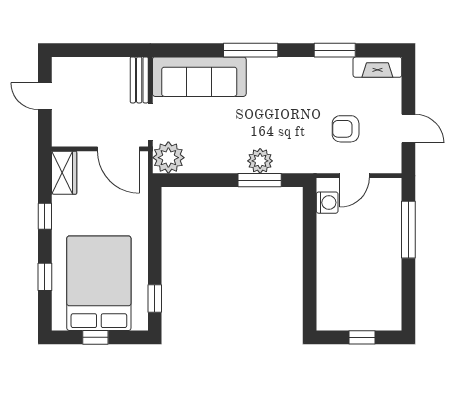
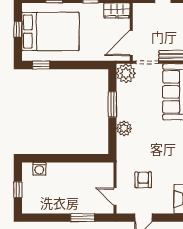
door: (354, 176) -> (115, 196), moved
window: (260, 180) -> (112, 104), moved
washing machine: (327, 203) -> (39, 169), moved
window: (408, 230) -> (83, 218), width x0.69

